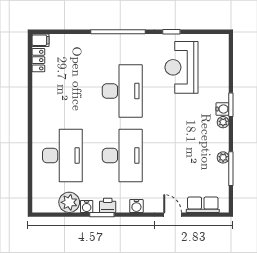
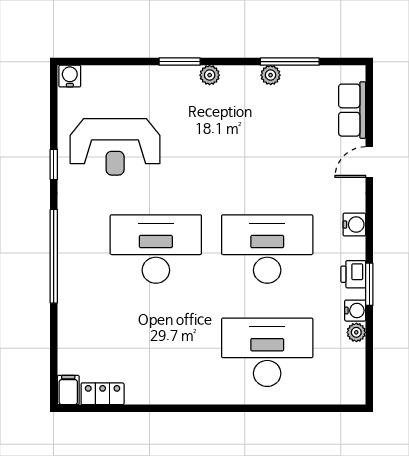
water cooler: (222, 109) -> (70, 76), moved
plant: (69, 202) -> (356, 332), width x0.53, depth x0.53

